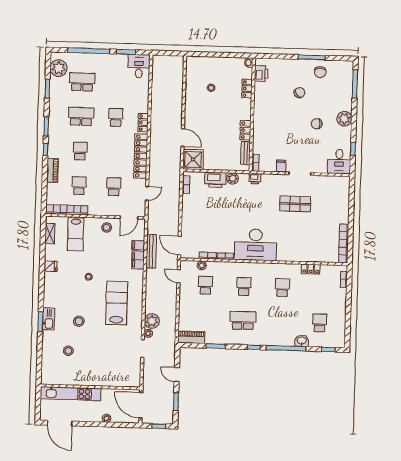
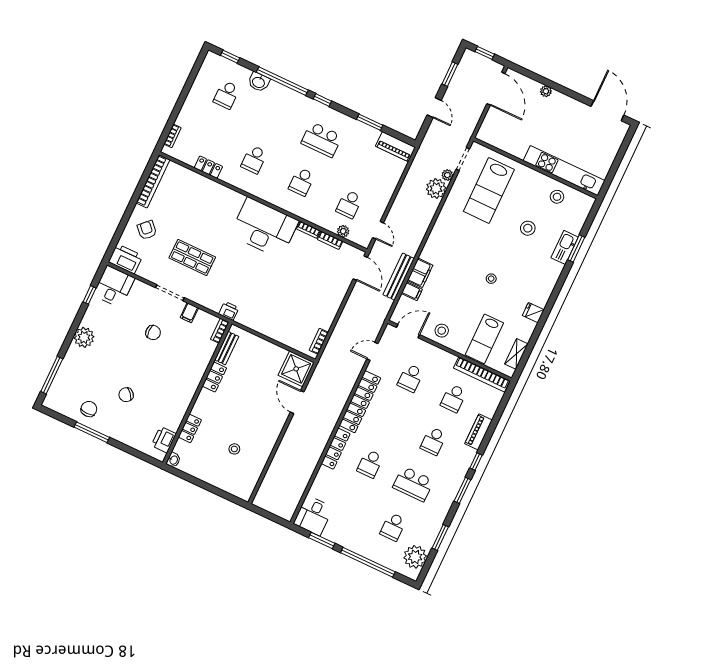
school desk: (82, 82) -> (393, 527), width x0.54
locker: (143, 123) -> (336, 449), width x1.53
chair: (317, 124) -> (153, 333), moved
plant: (233, 178) -> (257, 323), removed
printer: (215, 180) -> (125, 259), moved
armchair: (334, 209) -> (147, 230), added
lab bench: (76, 234) -> (484, 339), turned 180
lab bench: (117, 303) -> (489, 190), moved
wall: (90, 387) -> (535, 168), moved
kitchen unit: (71, 394) -> (564, 171), moved

